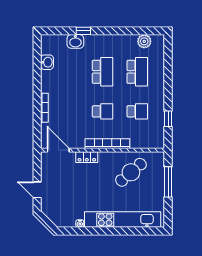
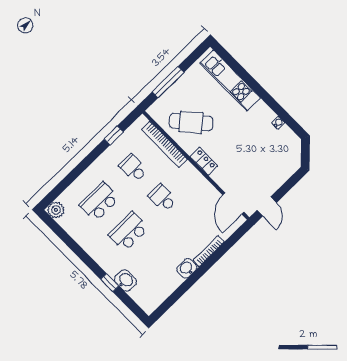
plant: (144, 41) -> (56, 210), moved
washbasin: (47, 62) -> (187, 268), moved
bookcase: (107, 144) -> (164, 144), moved
locker: (87, 157) -> (204, 161), moved
door: (37, 190) -> (267, 206), moved
kitchen unit: (123, 220) -> (230, 81), width x0.73

